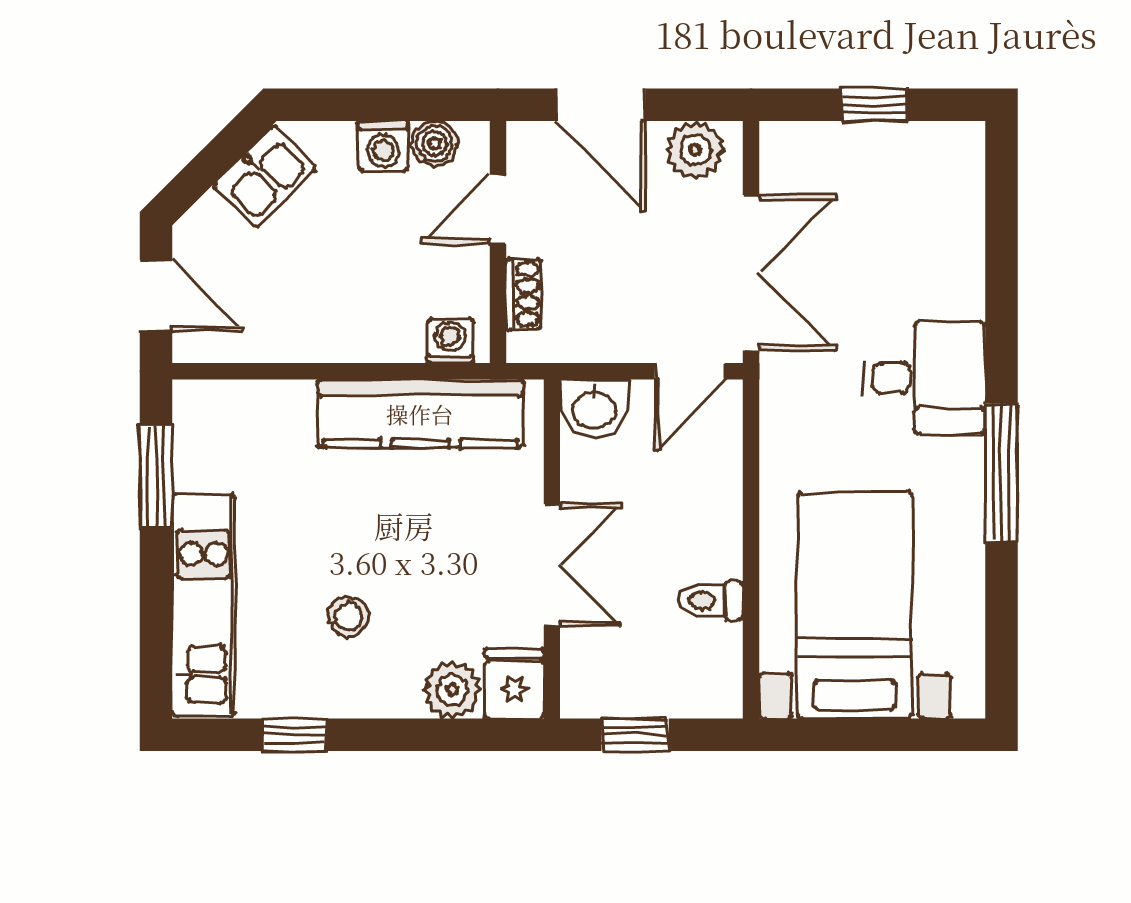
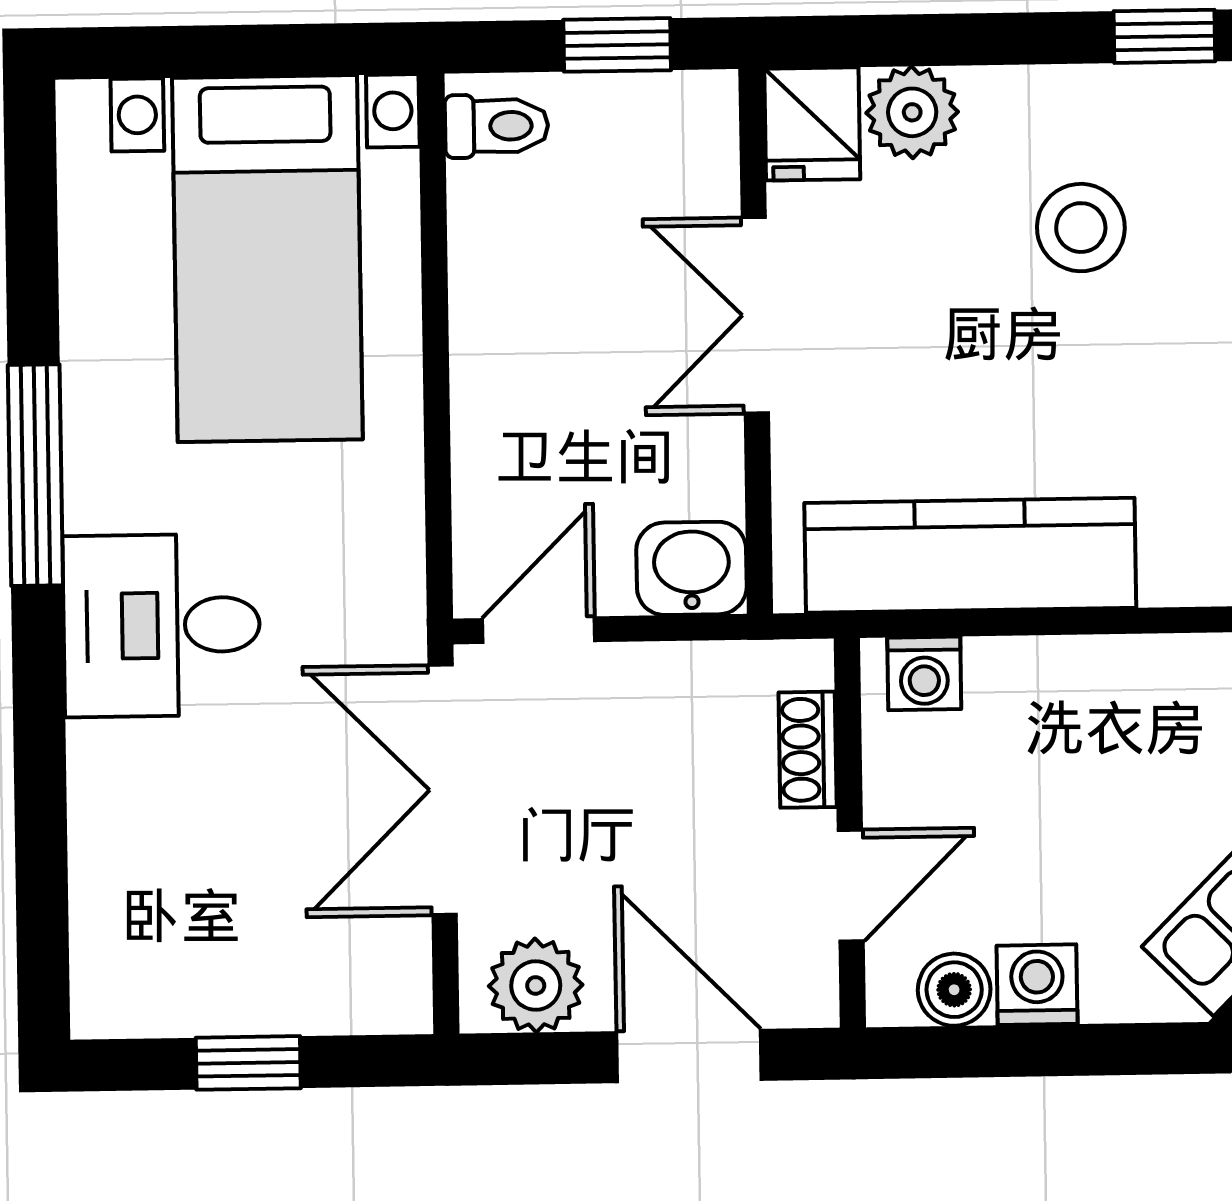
toilet: (711, 600) -> (497, 126), moved
stool: (348, 616) -> (1081, 228), width x1.37, depth x1.37

